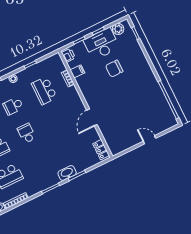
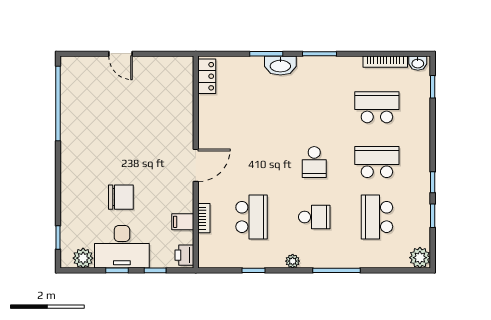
door: (92, 117) -> (196, 165), moved

